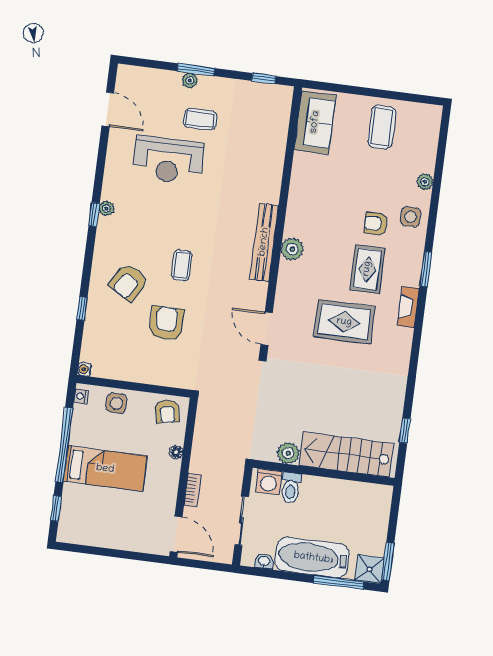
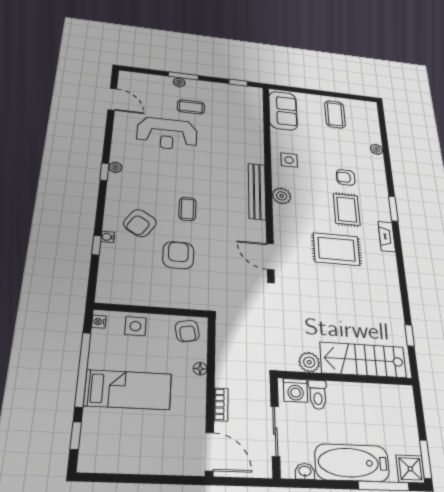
side table: (411, 217) -> (289, 160), moved
water cooler: (85, 369) -> (108, 237), moved

